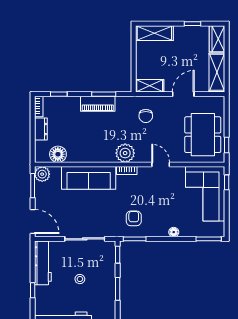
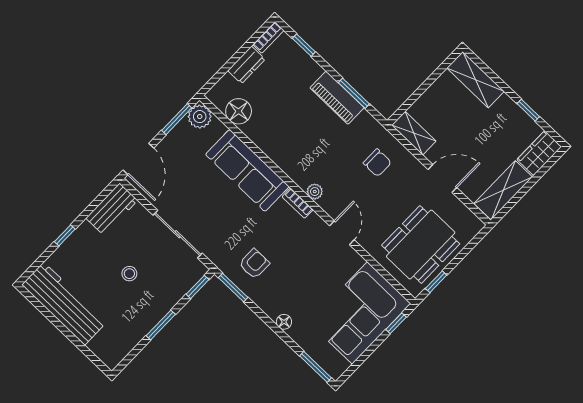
chair: (146, 116) -> (377, 163), turned -90
plant: (125, 153) -> (315, 192), width x0.53, depth x0.53
workbench: (43, 263) -> (112, 209), width x0.73

